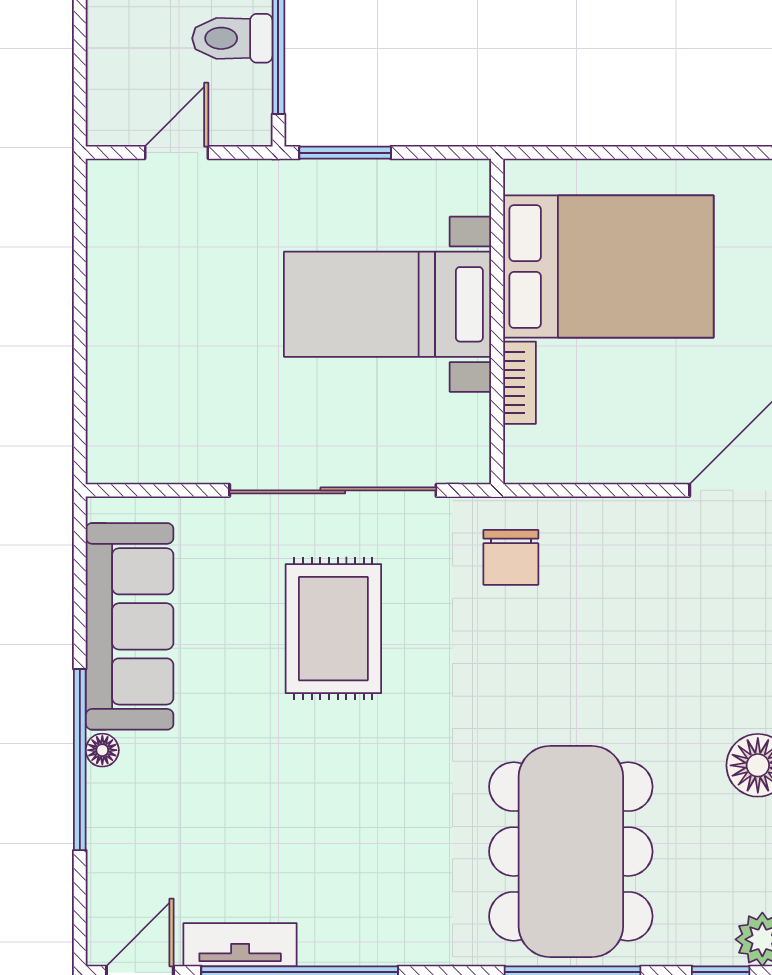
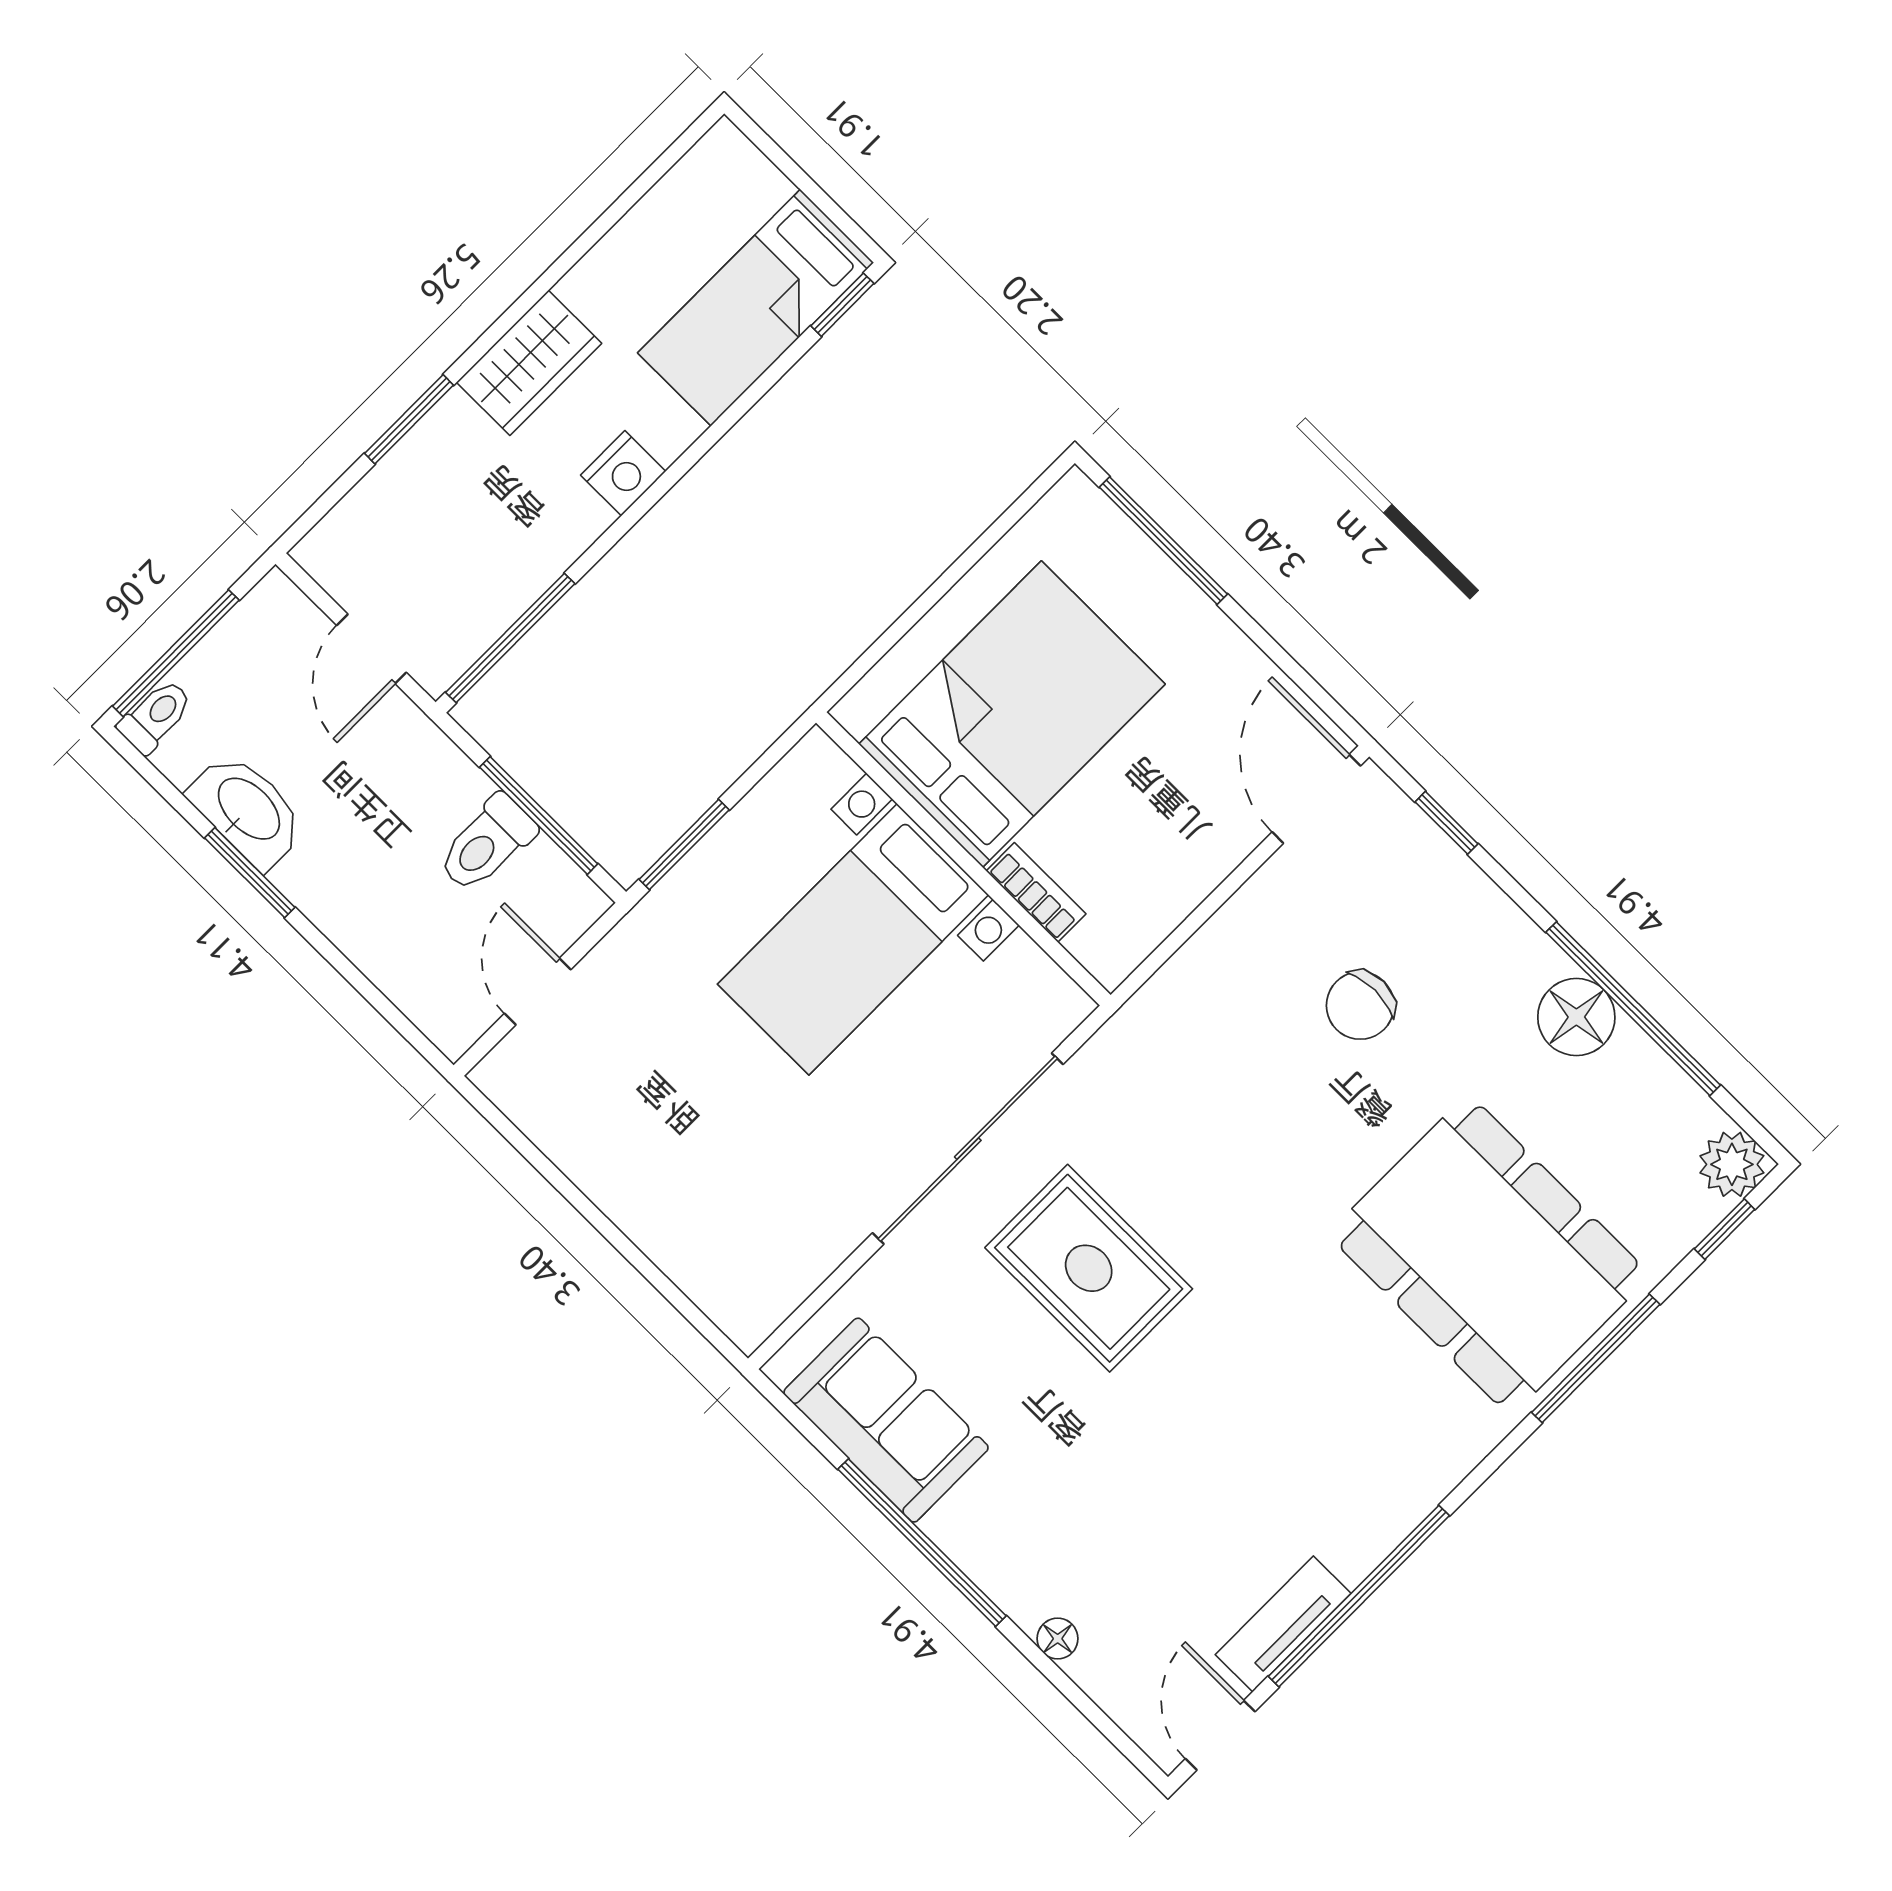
chair: (511, 557) -> (1360, 1005), moved, turned 90
sofa: (130, 626) -> (886, 1420), width x0.73
floor lamp: (102, 750) -> (1058, 1639), moved
window: (80, 760) -> (922, 1543), moved

